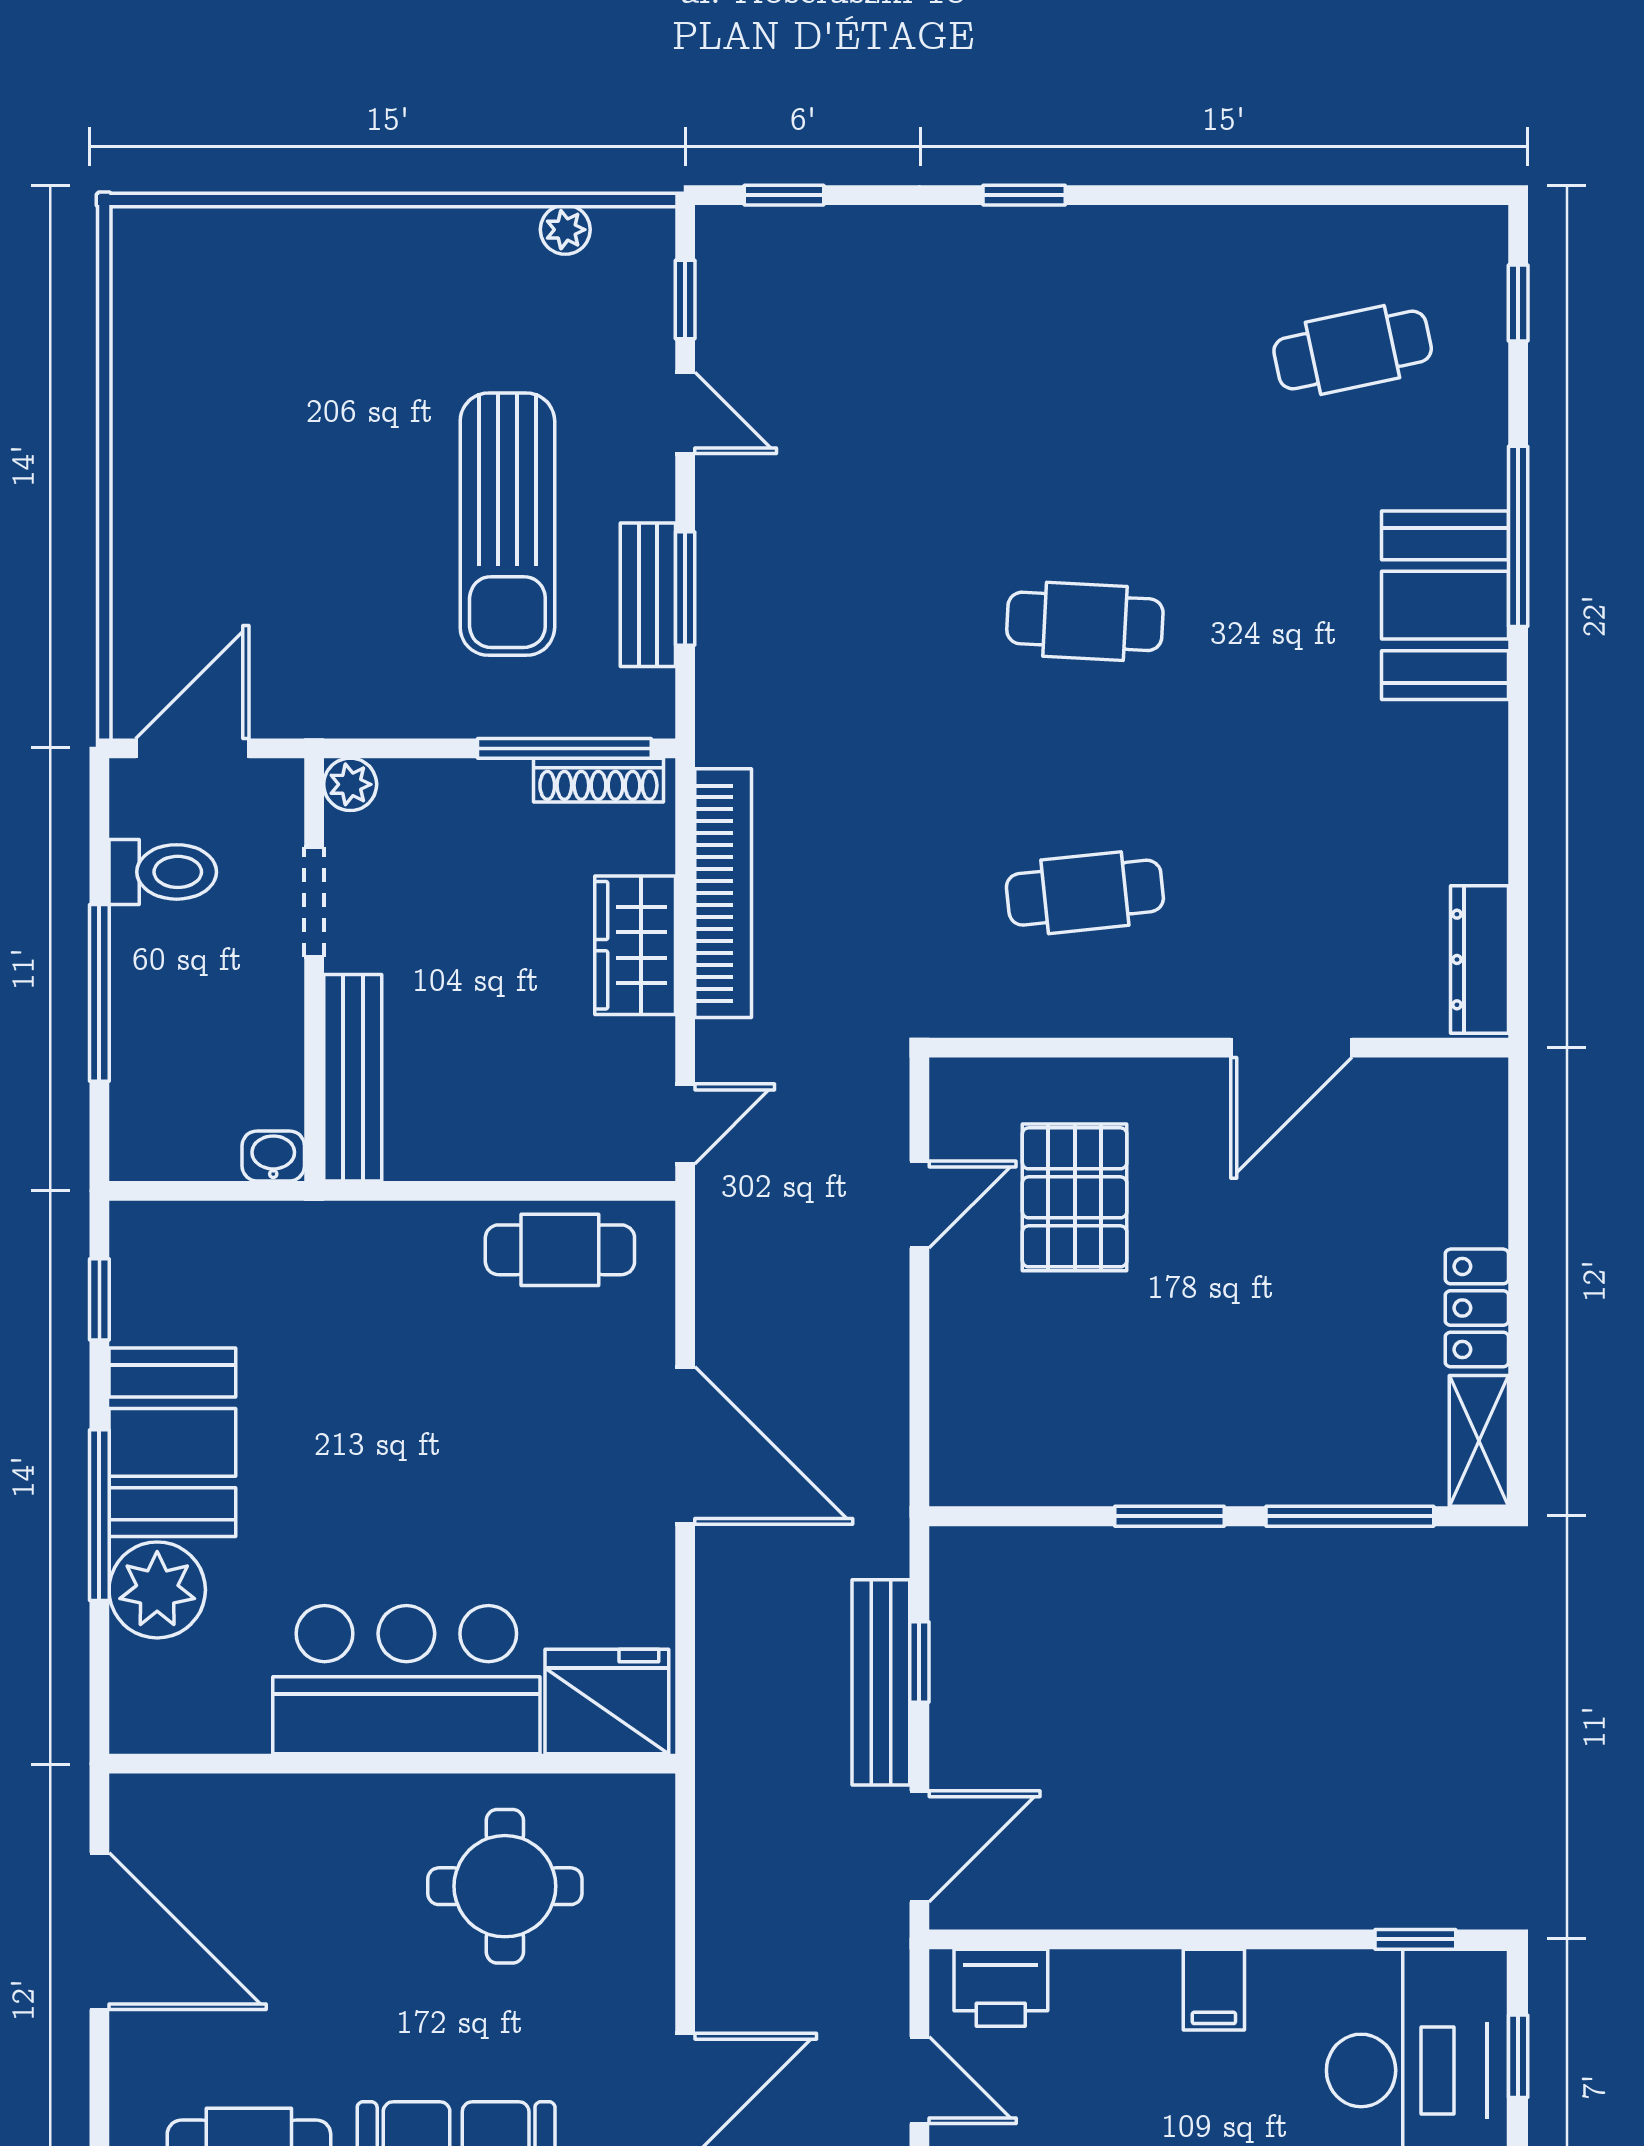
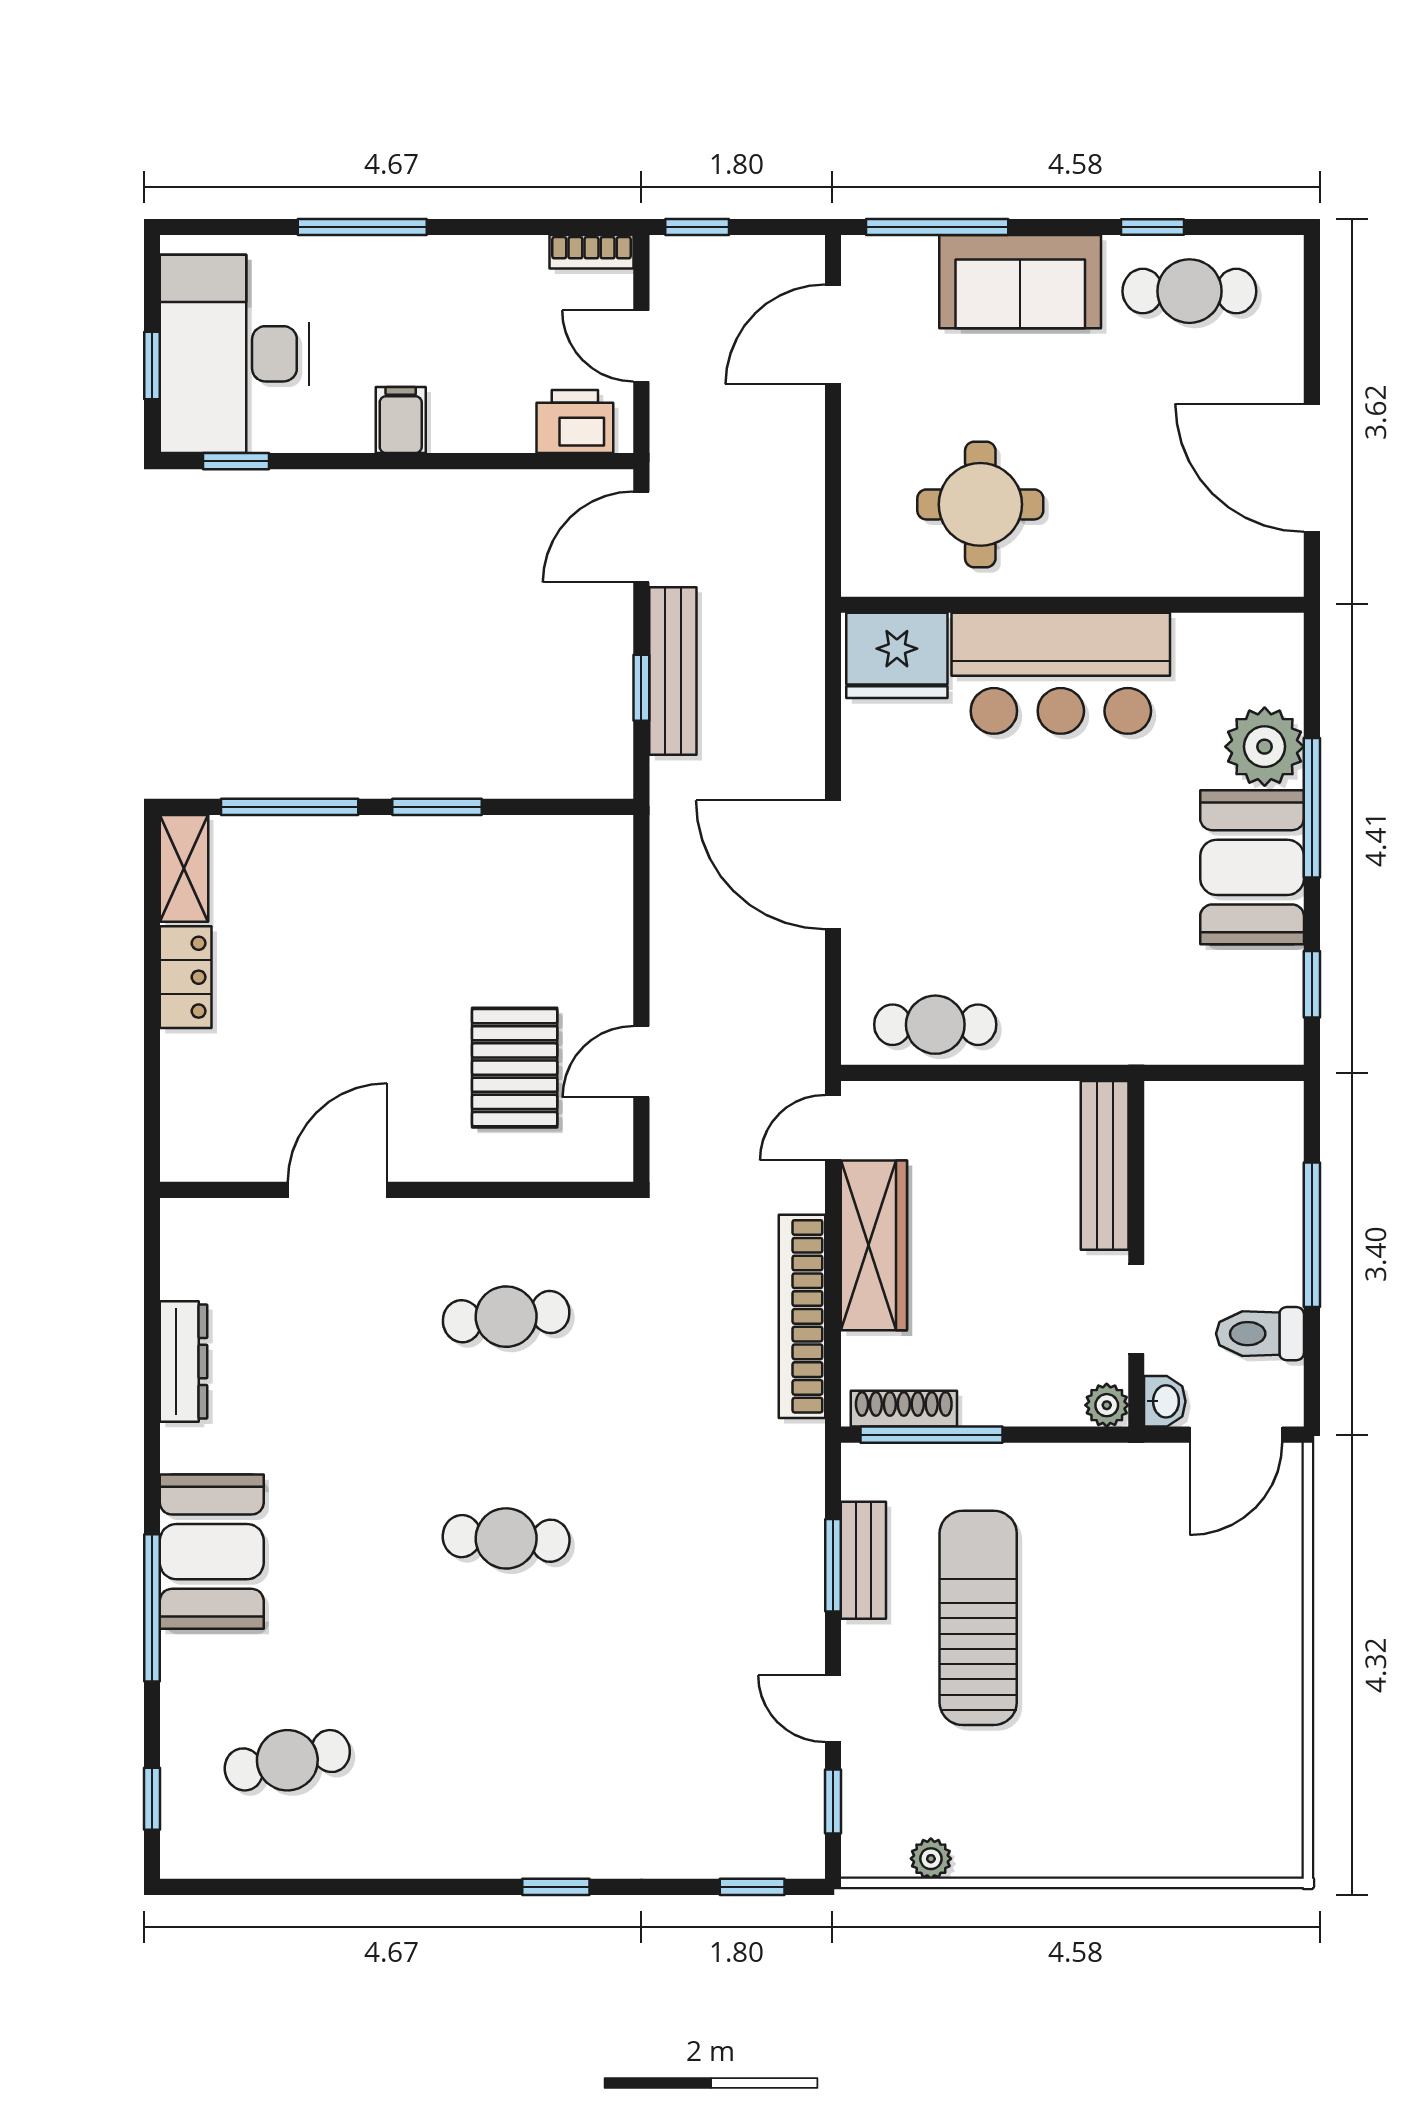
wardrobe: (635, 945) -> (874, 1245), width x1.50
dresser: (1479, 959) -> (184, 1361), moved
washbasin: (273, 1156) -> (1165, 1401), moved, turned -90

